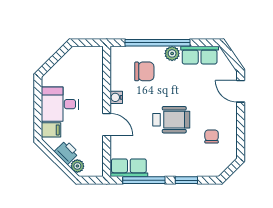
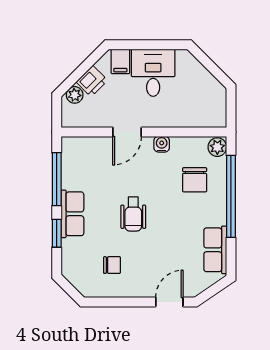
plant: (172, 53) -> (217, 147), moved
wheelchair: (171, 120) -> (133, 214), width x0.73, depth x0.73
row of seats: (129, 168) -> (72, 214), moved

